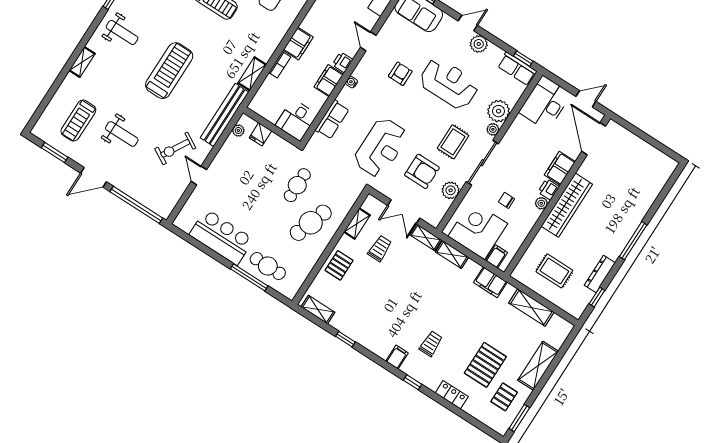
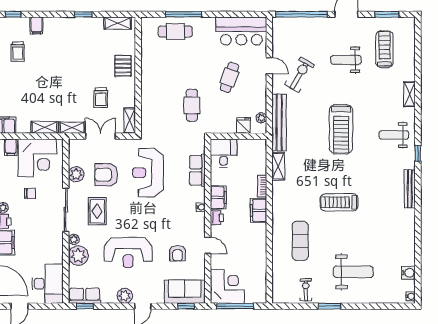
armchair: (400, 74) -> (177, 253), moved
cafe table: (311, 223) -> (229, 77), moved, width x0.73, depth x0.74
shelving: (357, 223) -> (130, 121), moved
bar counter: (222, 237) -> (241, 31), moved

